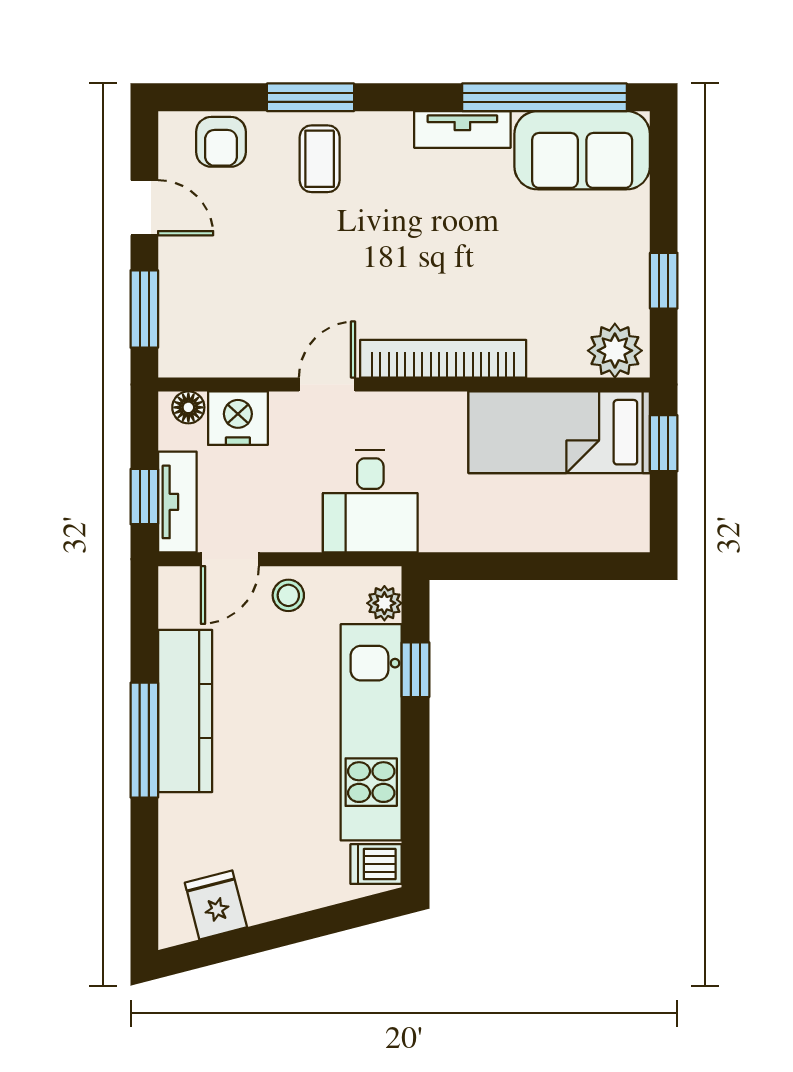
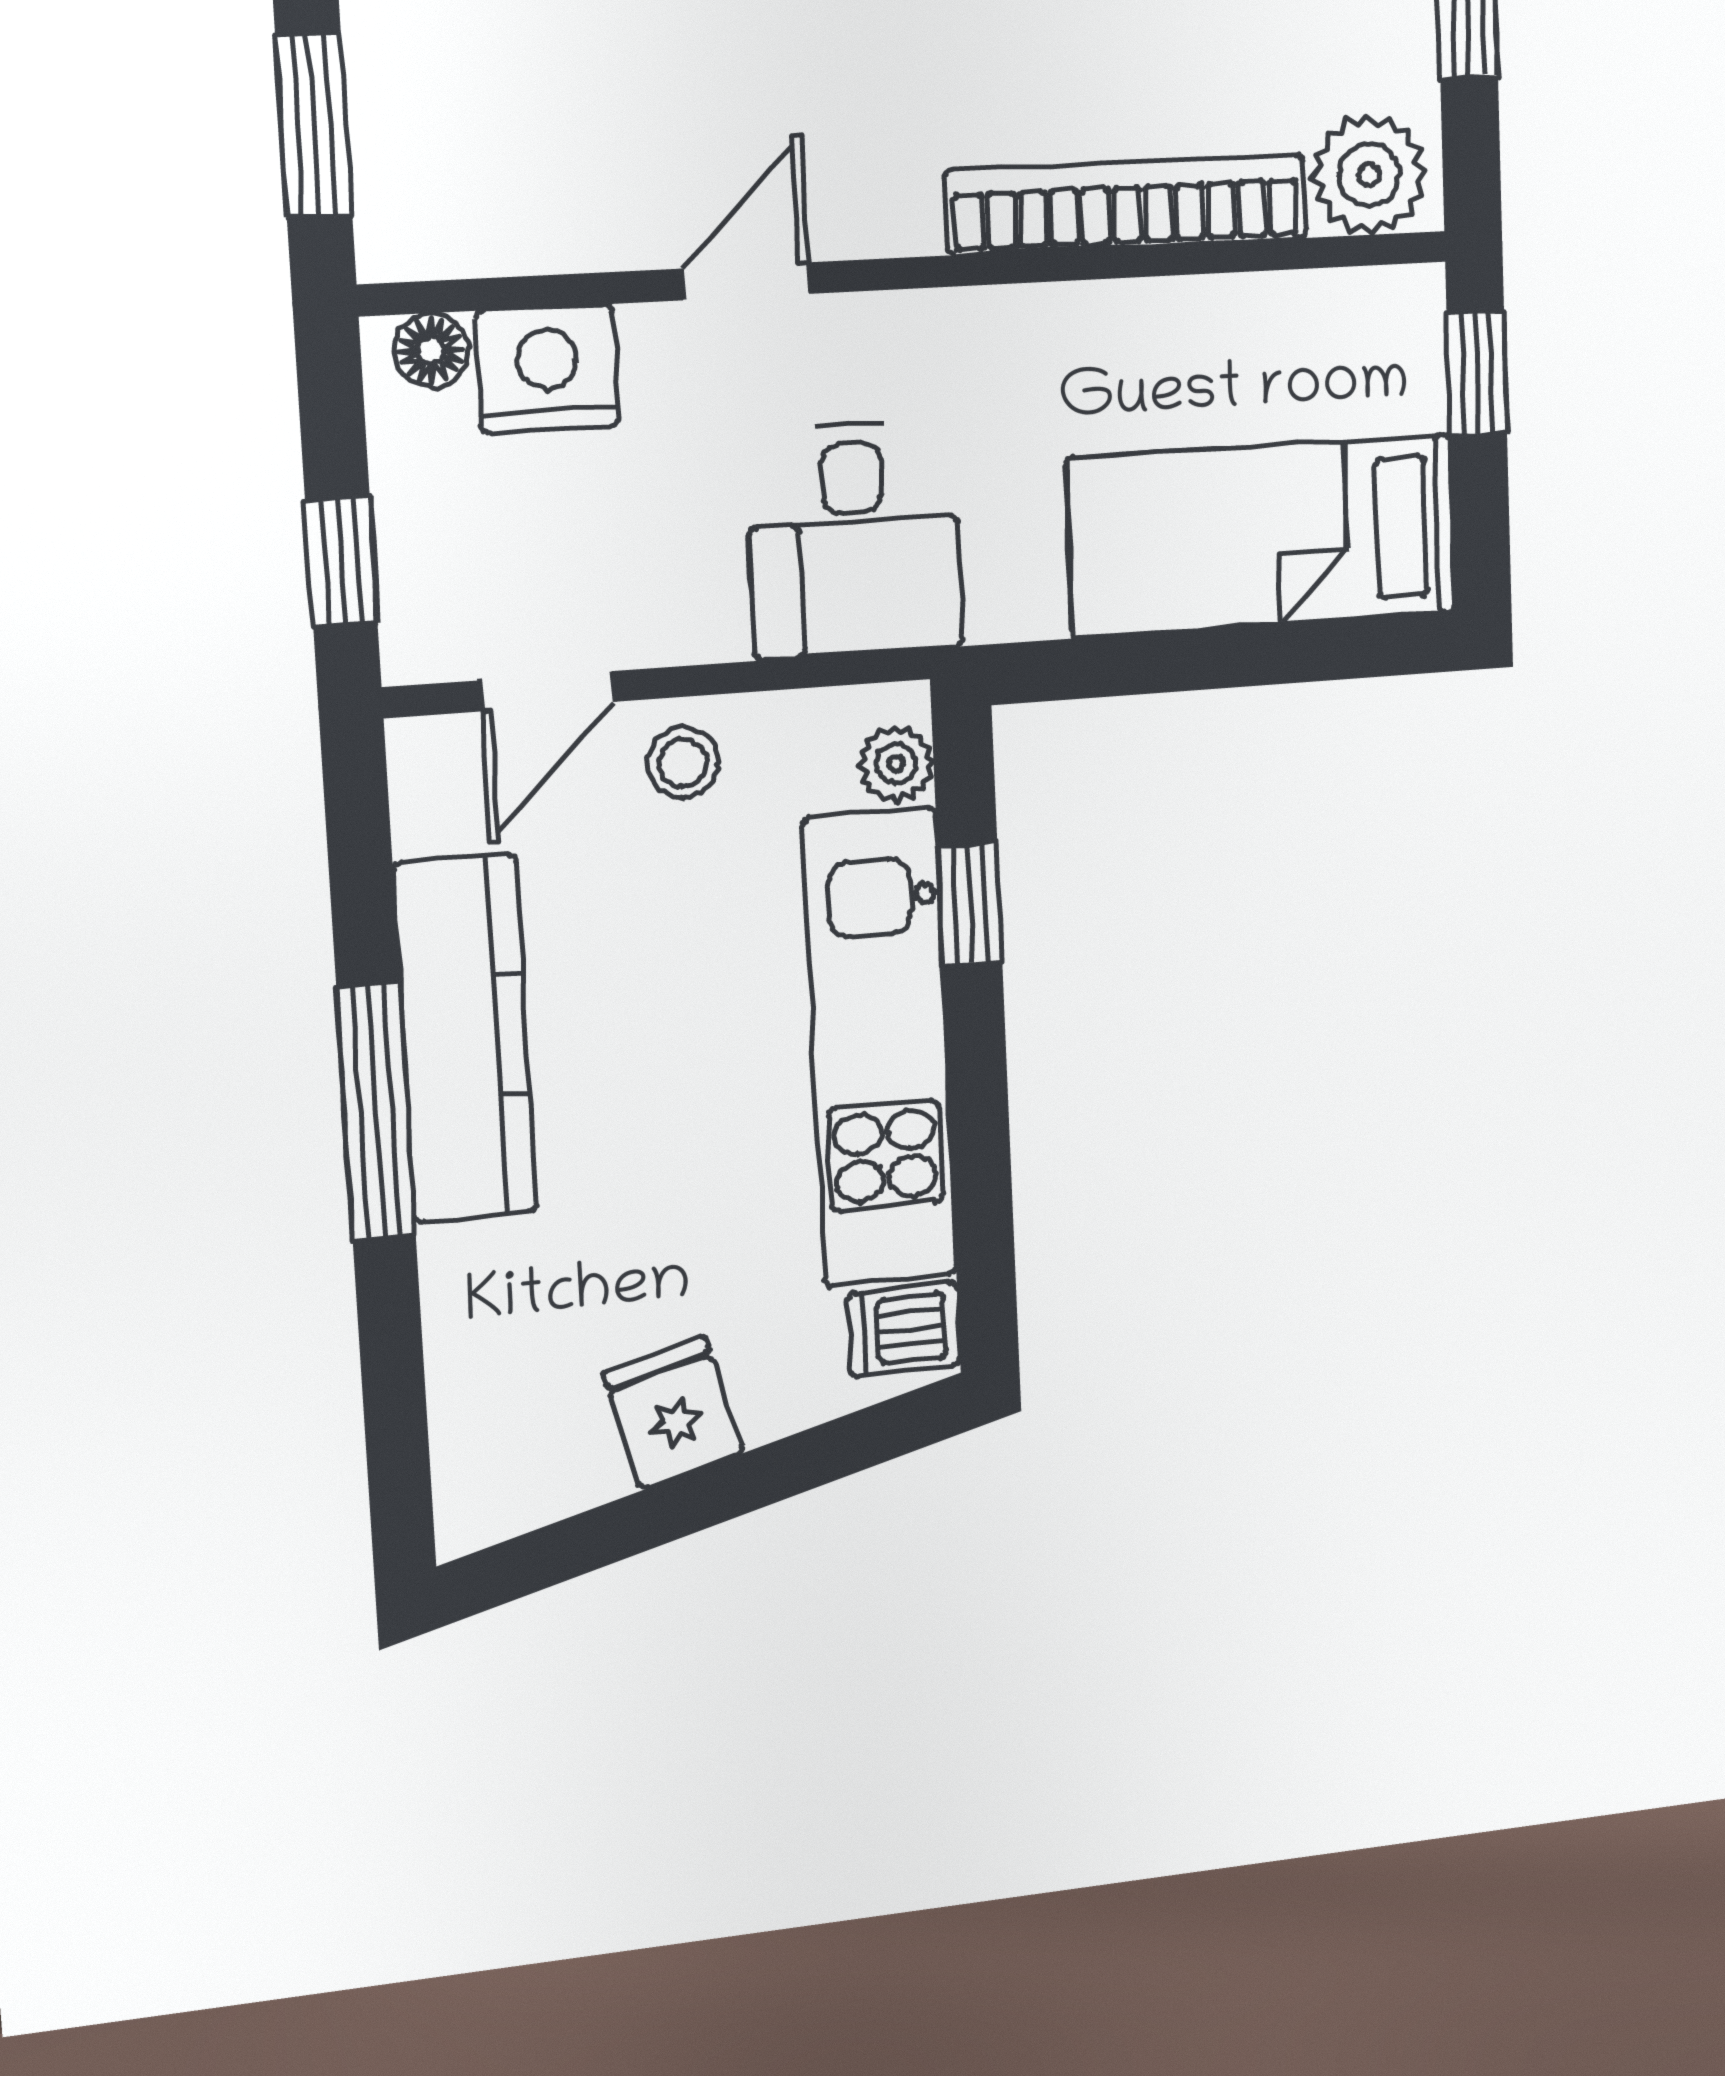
bookcase: (443, 359) -> (1127, 204), moved
bed: (559, 432) -> (1263, 536), moved
tv unit: (177, 502) -> (419, 569), removed
fridge: (216, 905) -> (673, 1413), moved

